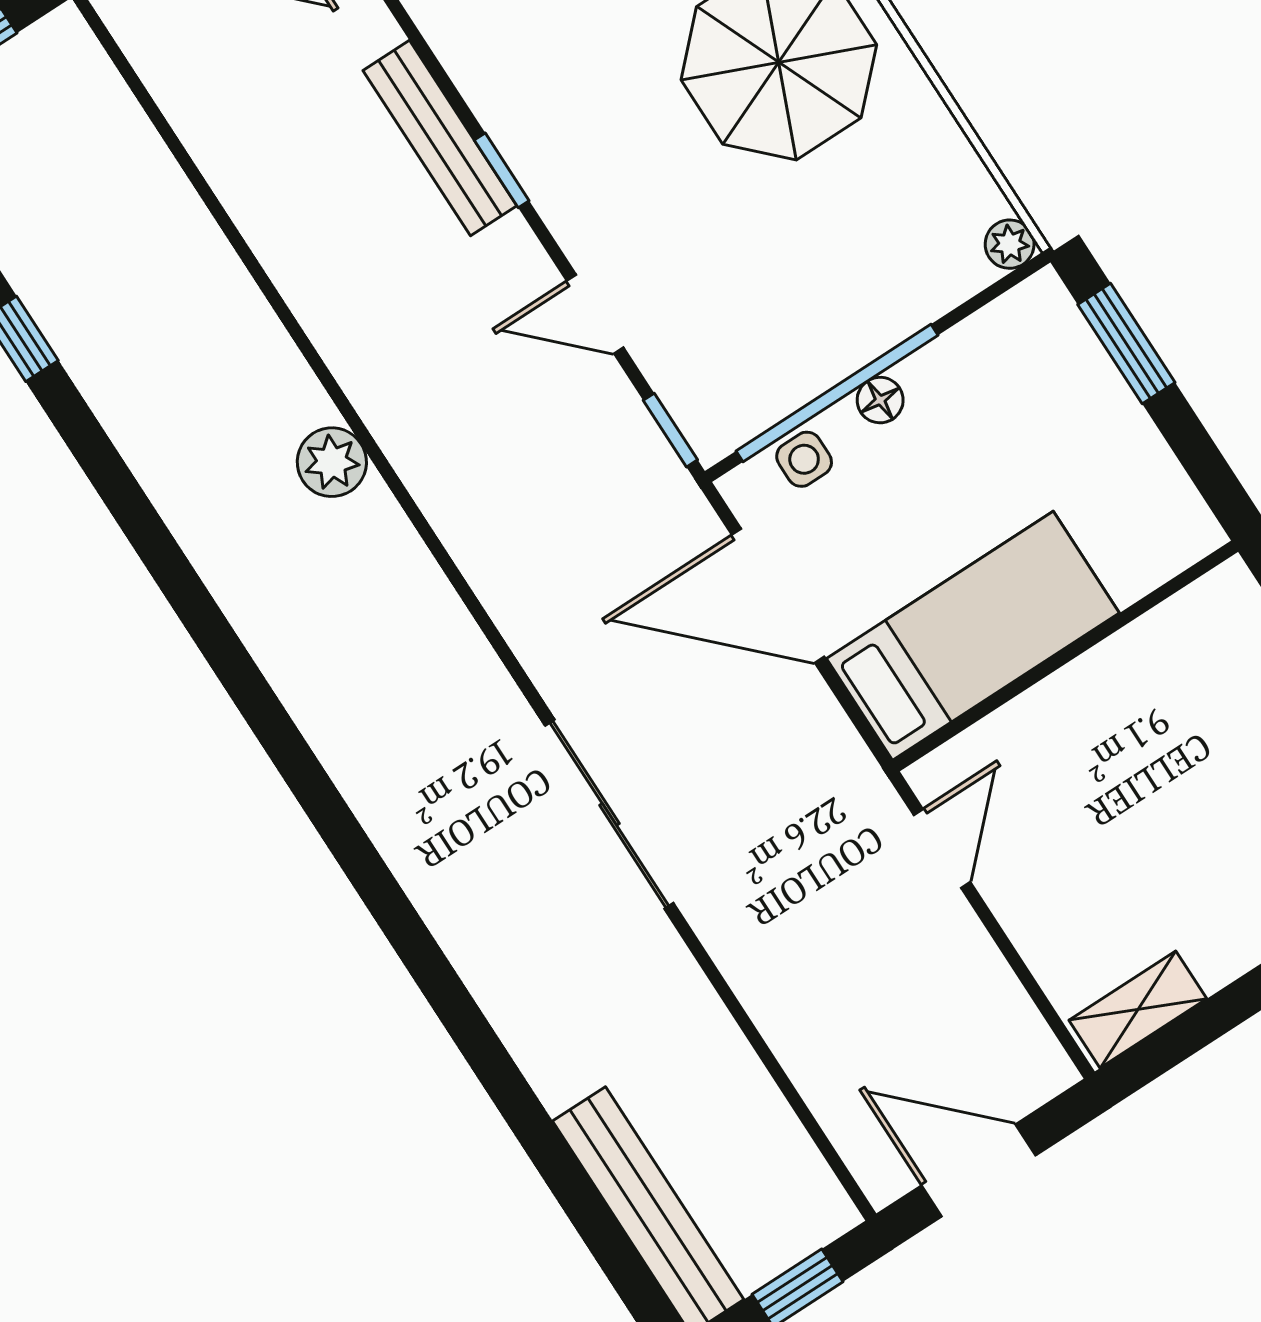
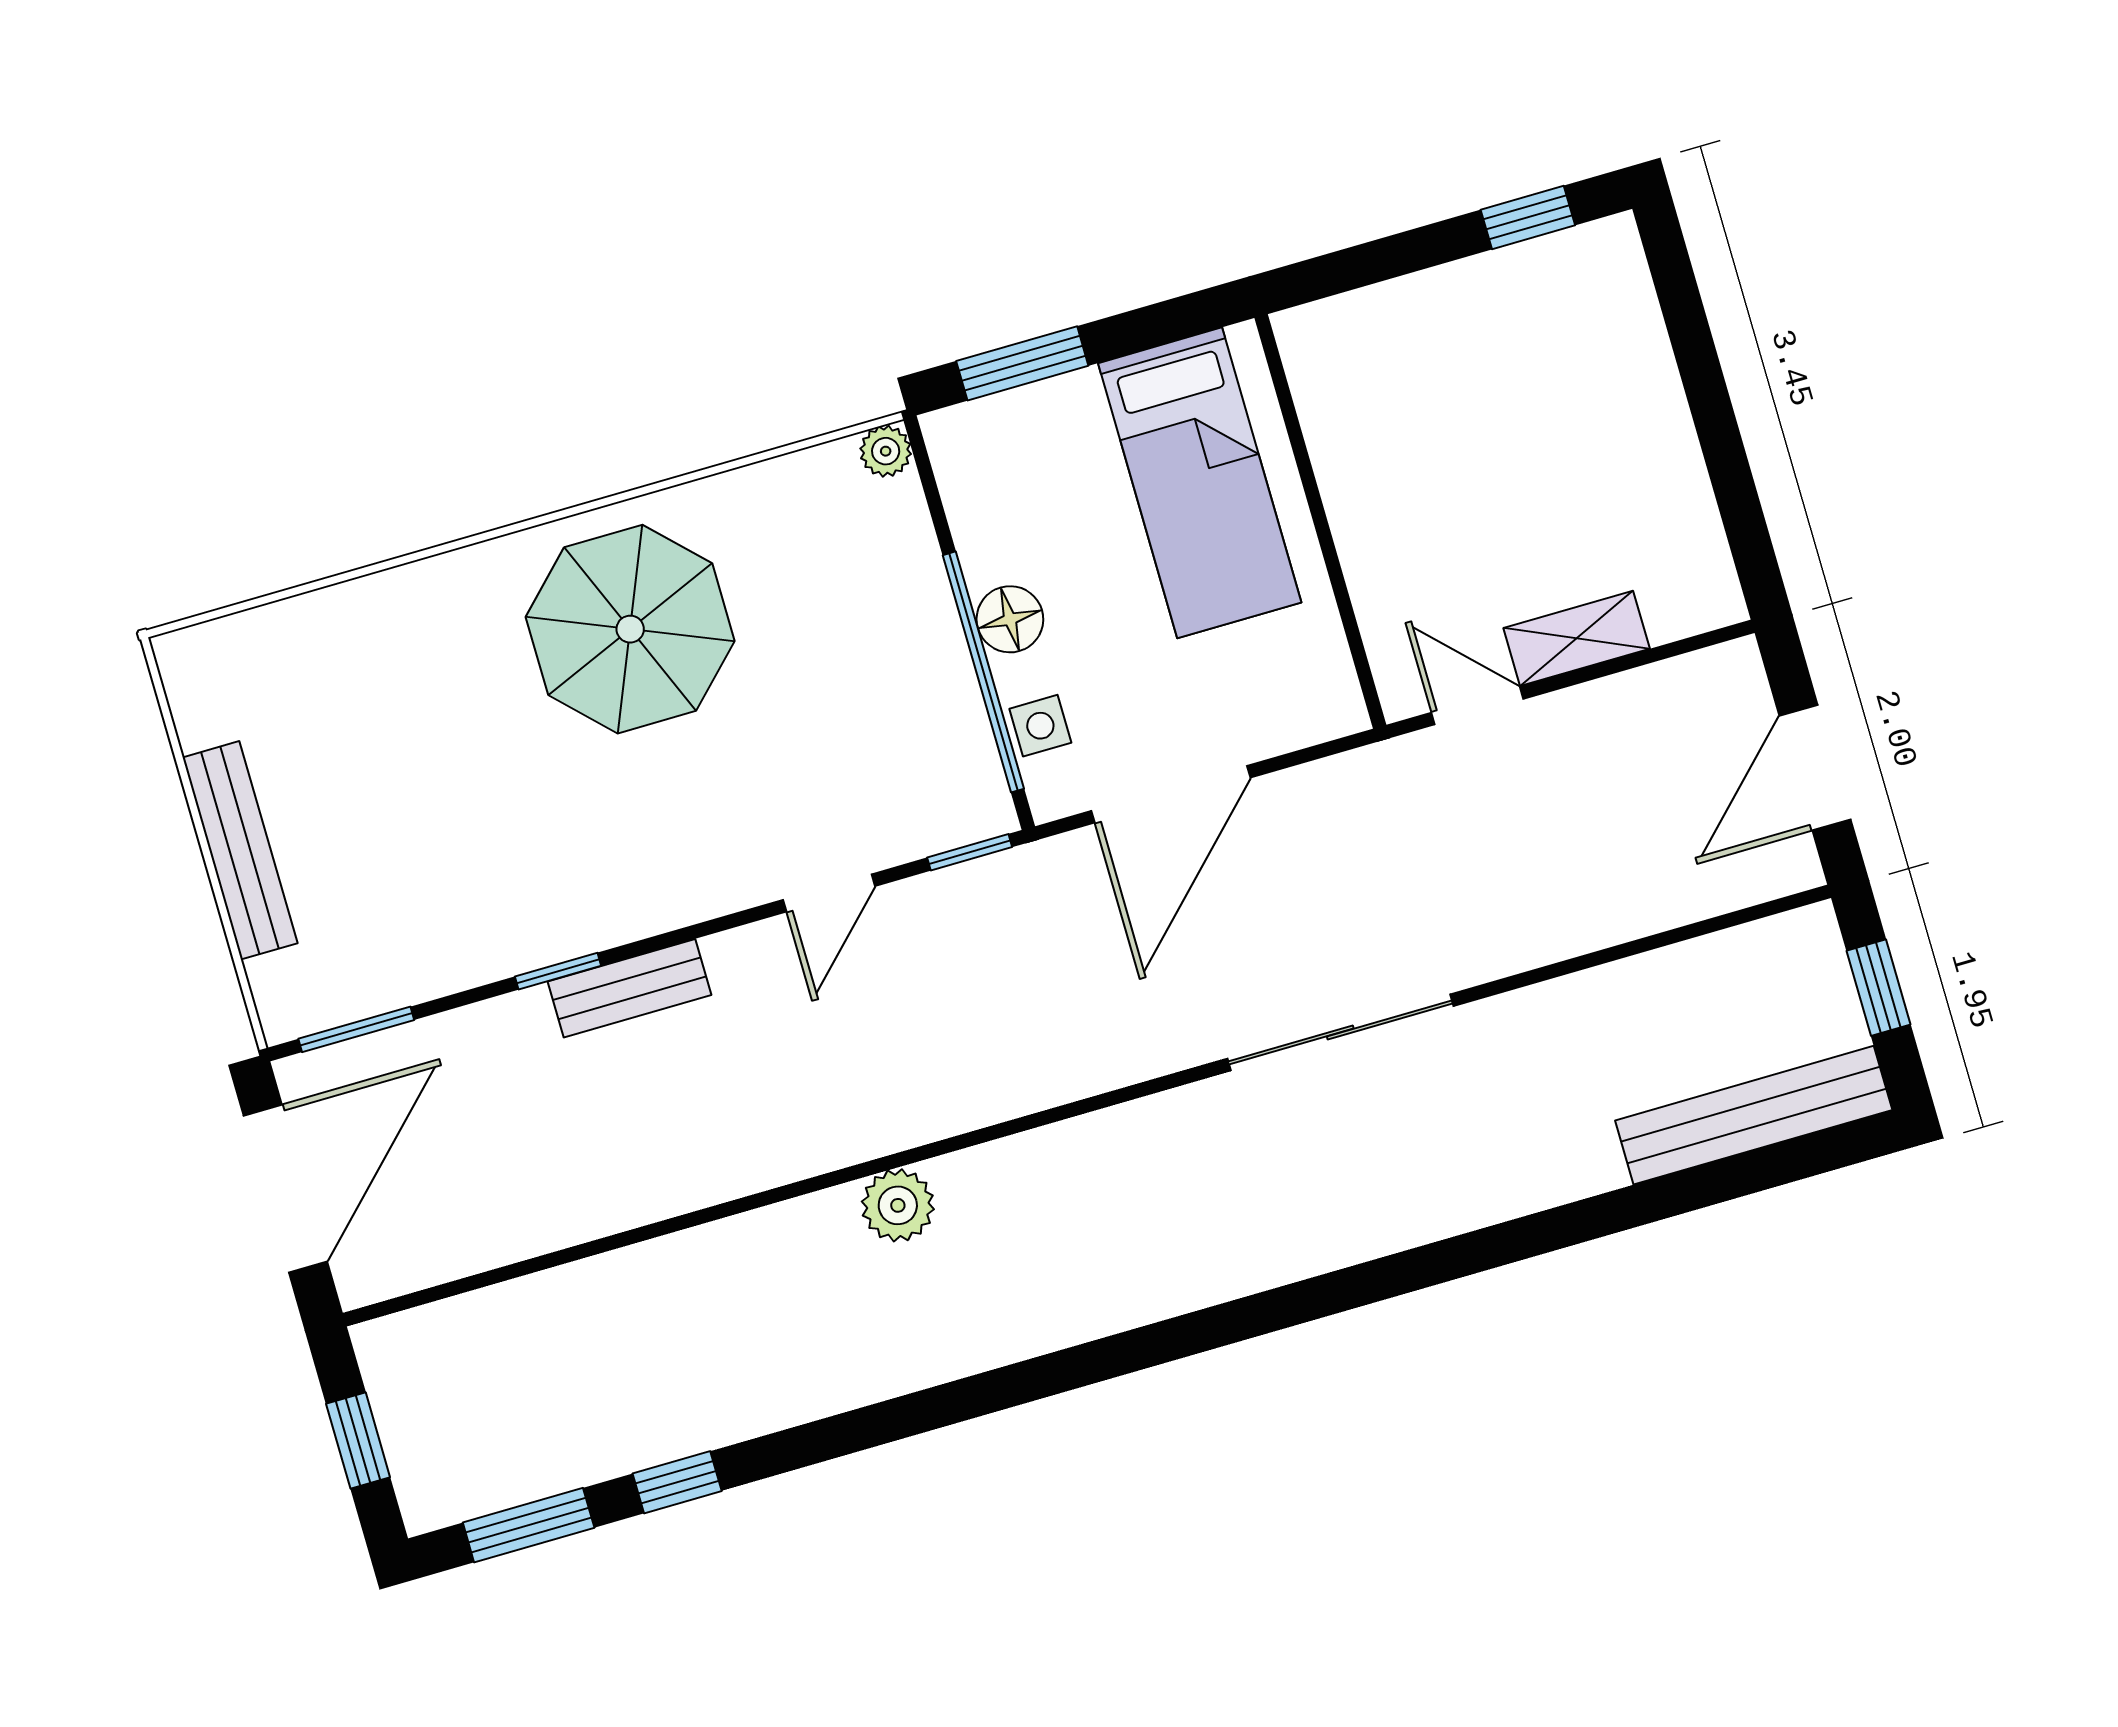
bench: (440, 138) -> (629, 988), width x0.73
window: (502, 170) -> (558, 971), moved
floor lamp: (880, 400) -> (1010, 619), width x1.37, depth x1.37
bed: (973, 636) -> (1200, 483), moved, turned 180
shelving: (1138, 1009) -> (1577, 638), moved, turned 90

